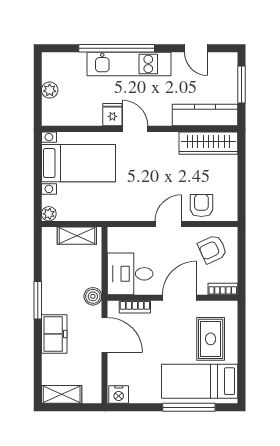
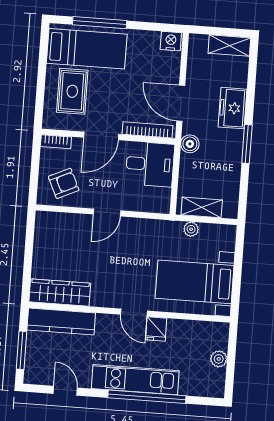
armchair: (201, 205) -> (72, 229), removed
plant: (49, 214) -> (191, 229), moved
bookcase: (135, 307) -> (148, 130), width x1.56

